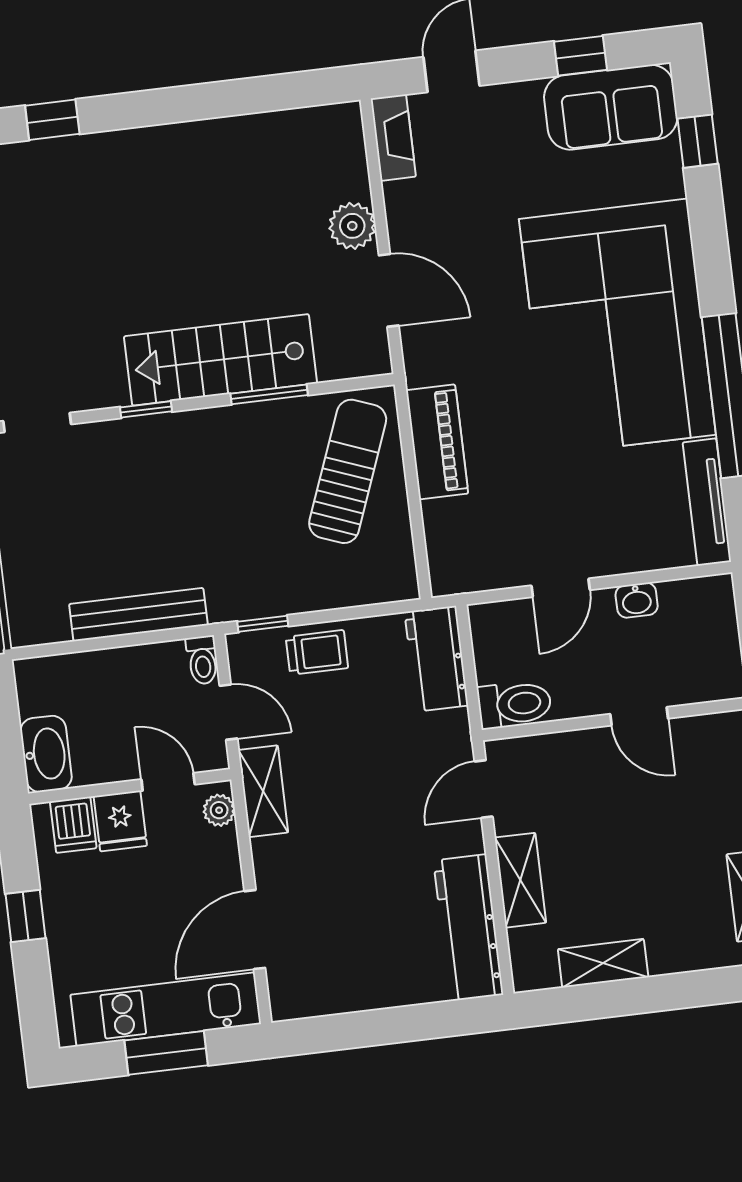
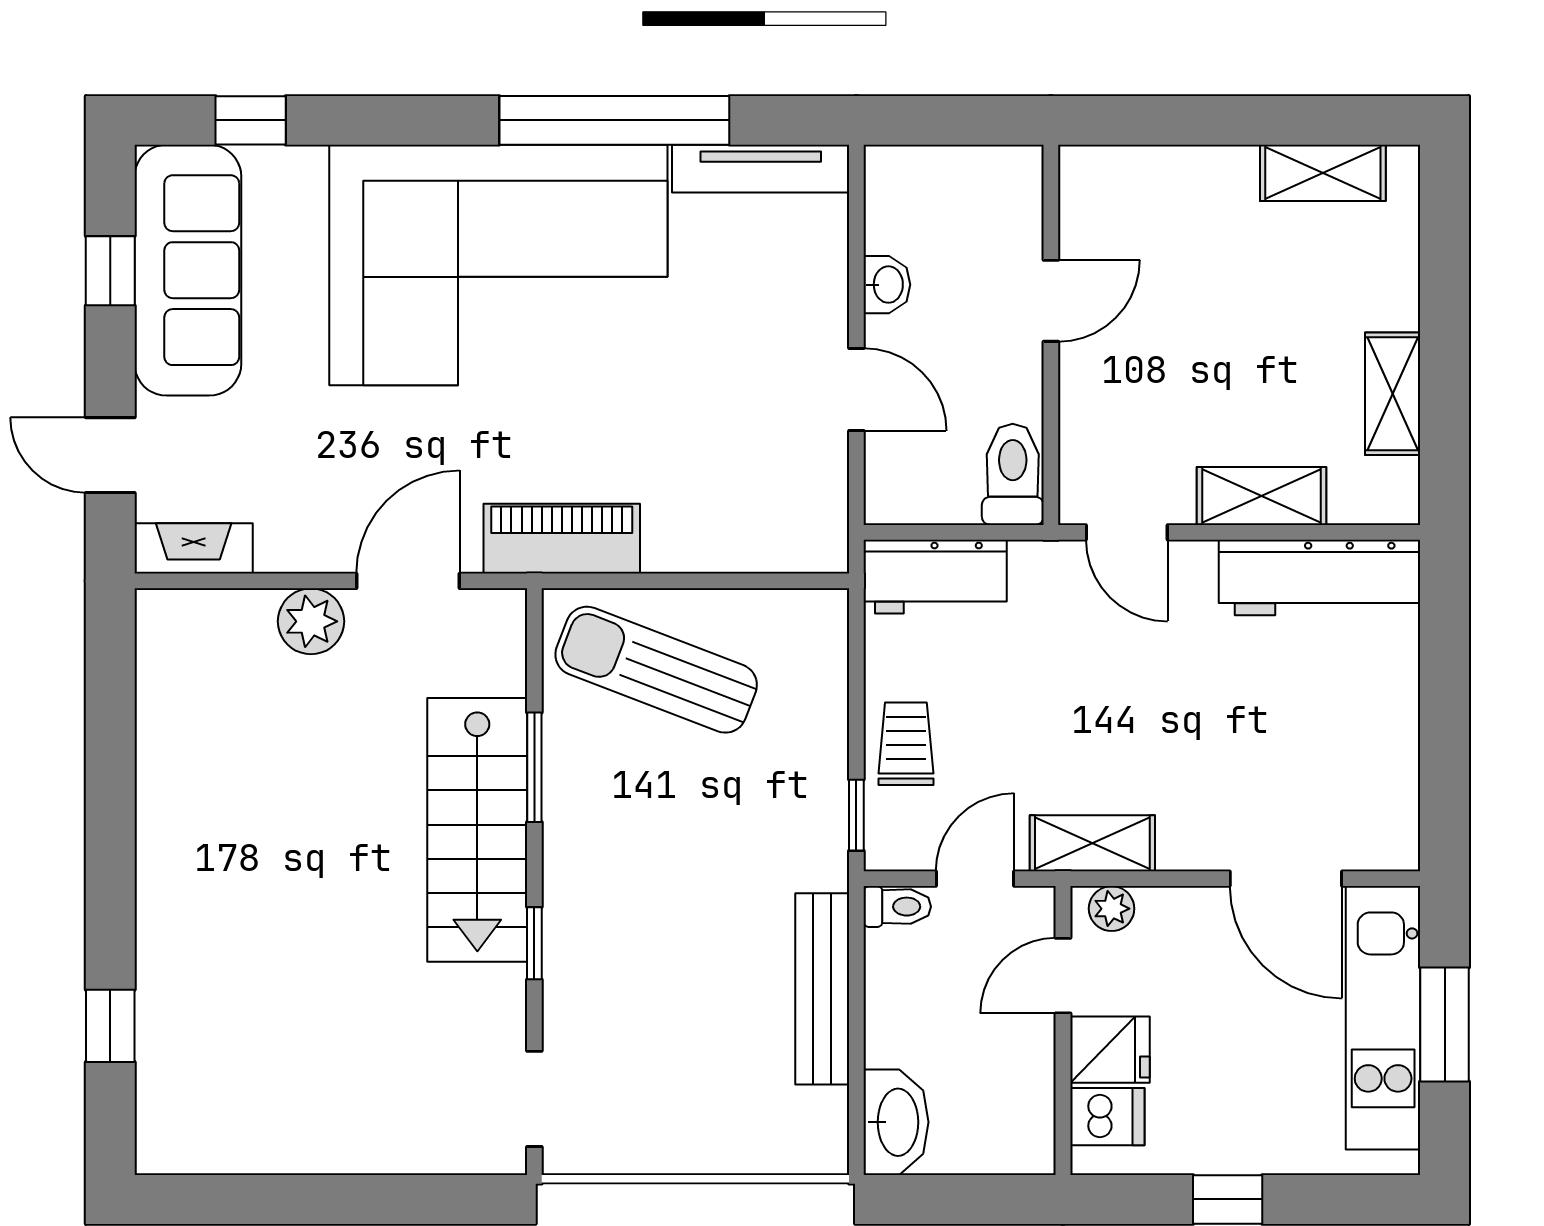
sofa: (611, 107) -> (188, 270), width x1.36
piano: (437, 442) -> (562, 539), moved
washbasin: (46, 754) -> (896, 1122), moved, turned 90

